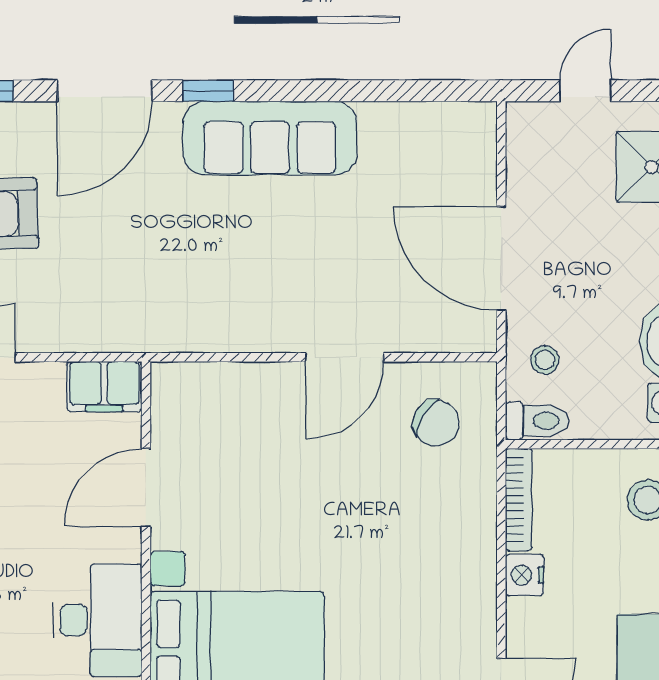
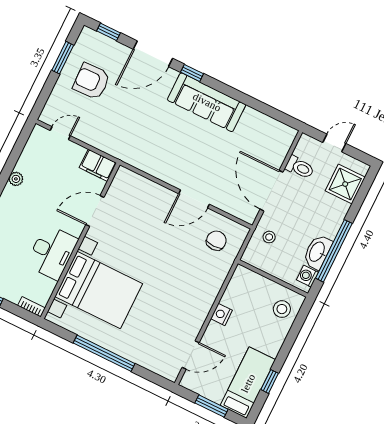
toilet: (537, 421) -> (300, 167), moved
chair: (436, 423) -> (216, 241), turned -120
bookcase: (519, 500) -> (233, 285), removed

